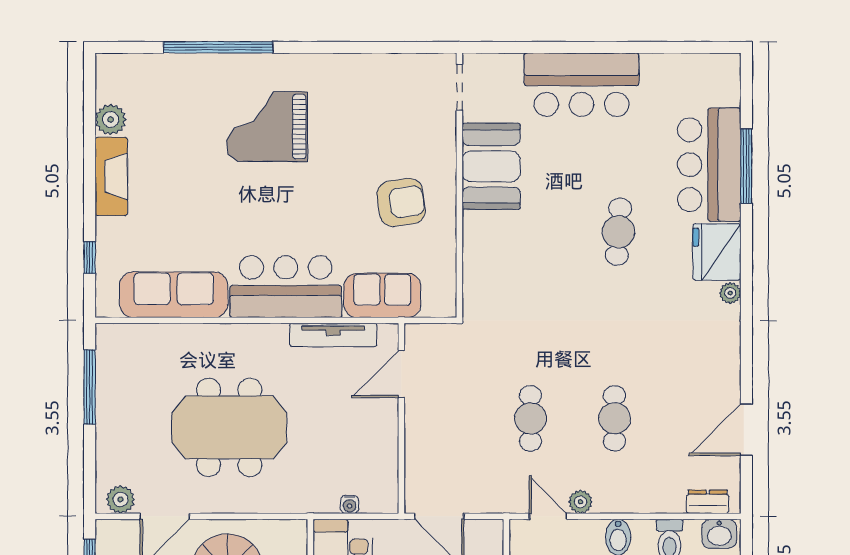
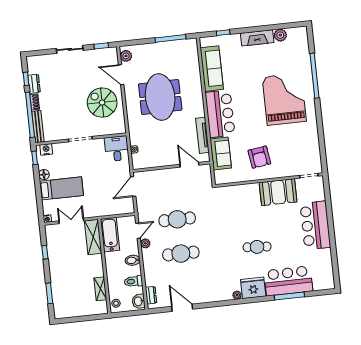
grand piano: (267, 127) -> (284, 99), width x1.37, depth x1.48
cafe table: (531, 418) -> (177, 219), width x1.37, depth x1.35
cafe table: (614, 418) -> (181, 254), width x1.37, depth x1.35

